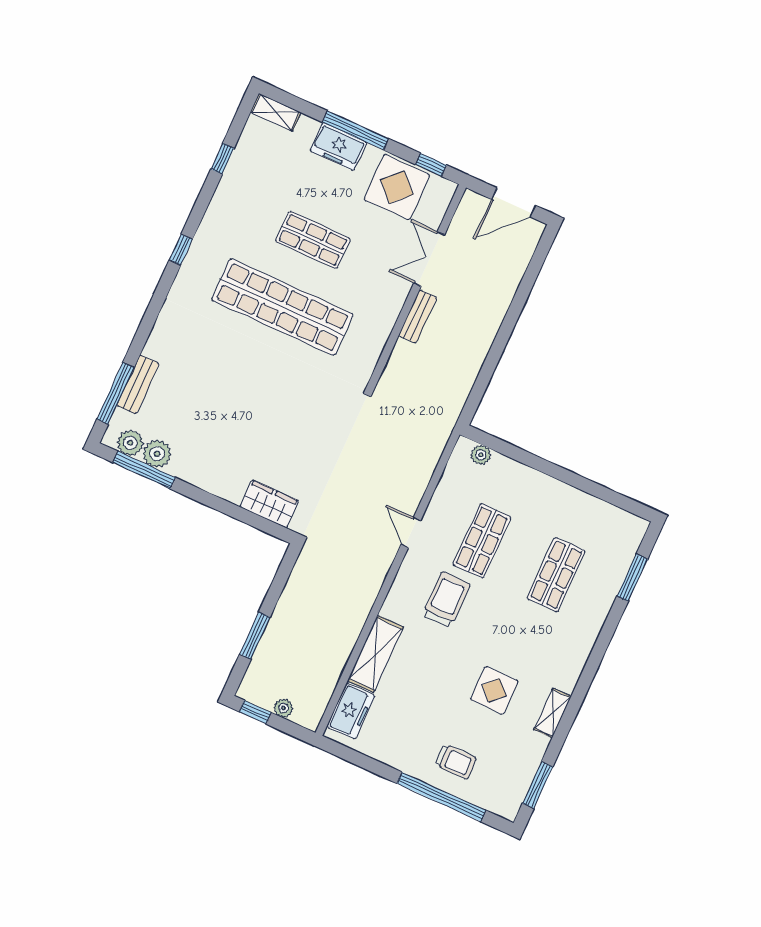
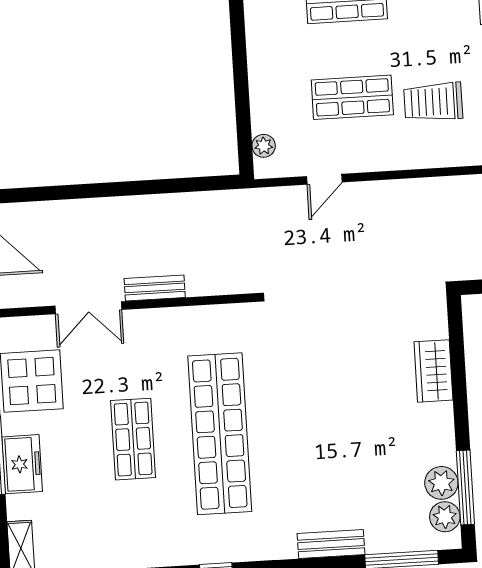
bench: (138, 384) -> (331, 544), moved
wardrobe: (269, 504) -> (433, 371), moved
door: (411, 532) -> (324, 179), moved

